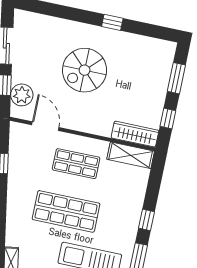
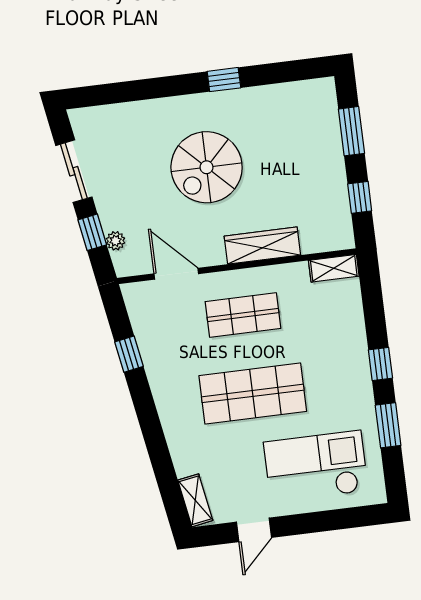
plant: (22, 95) -> (116, 241), width x0.53, depth x0.53
wardrobe: (135, 134) -> (262, 246), moved
shelving: (131, 155) -> (334, 268), width x0.67, depth x0.75

